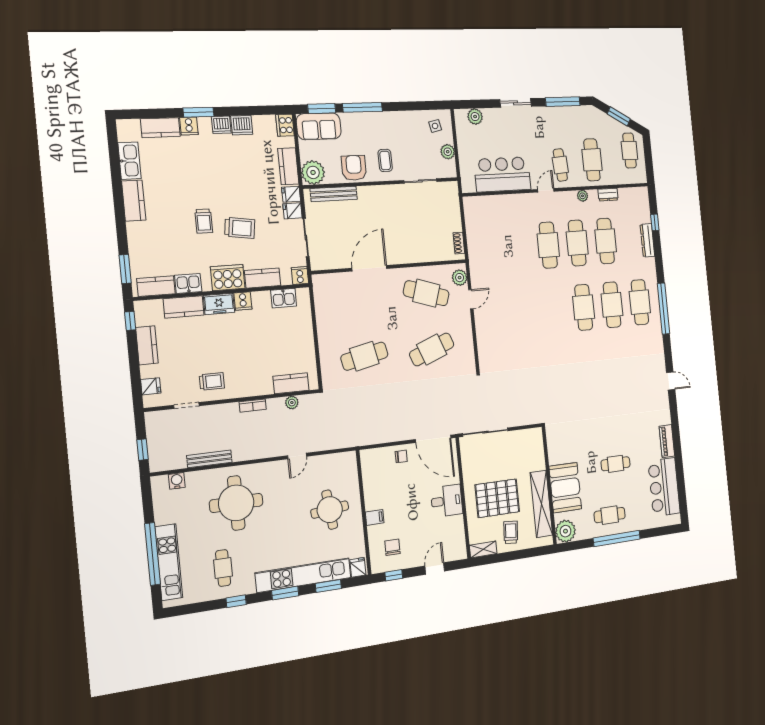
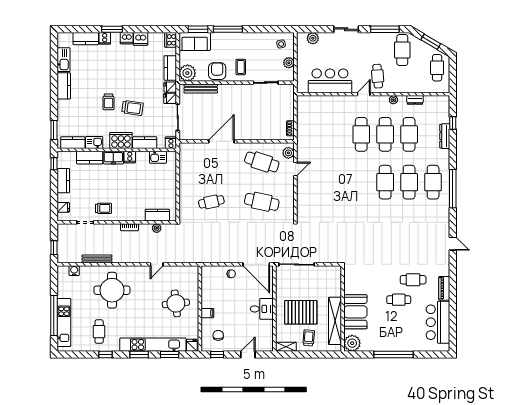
cafe table: (592, 160) -> (402, 50), moved
cafe table: (432, 349) -> (262, 202), turned 33
cafe table: (364, 356) -> (211, 202), width x0.73, depth x0.74
cafe table: (610, 515) -> (413, 280), moved

